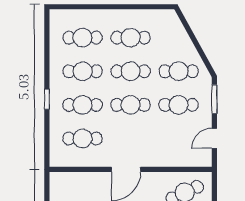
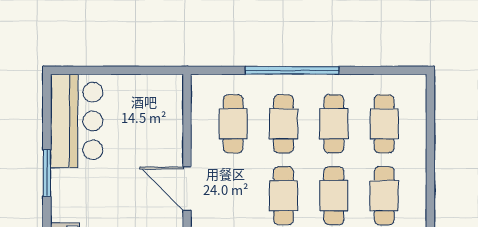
window: (47, 99) -> (292, 70), width x3.17

